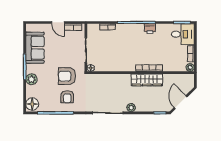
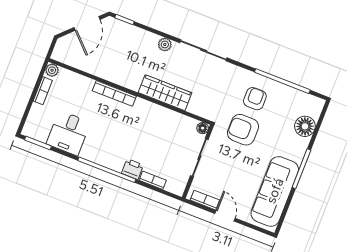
printer: (150, 29) -> (132, 169), moved
desk: (183, 34) -> (68, 133), moved, turned -90
sofa: (35, 48) -> (275, 191), width x1.36
armchair: (67, 76) -> (243, 130), turned 180
plant: (31, 79) -> (299, 146), removed
wardrobe: (147, 80) -> (165, 93), moved
floor lamp: (32, 104) -> (305, 126), moved

